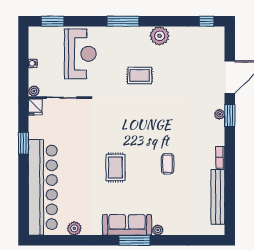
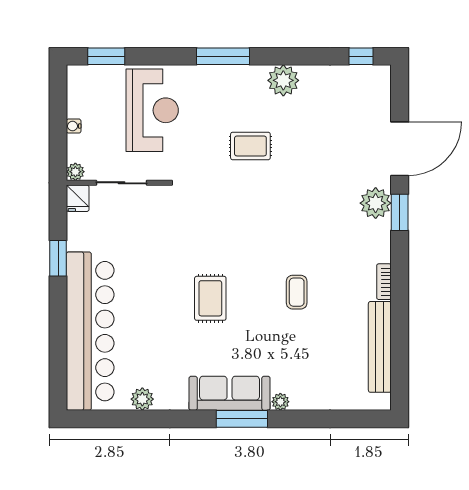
plant: (220, 114) -> (376, 203), width x1.88, depth x1.88

